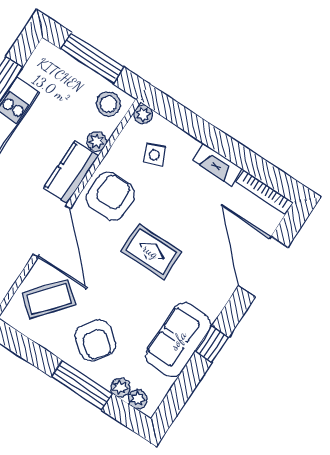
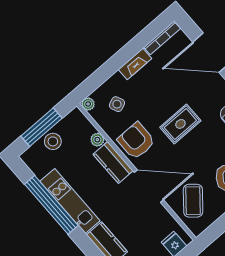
stool: (108, 104) -> (53, 141), moved

